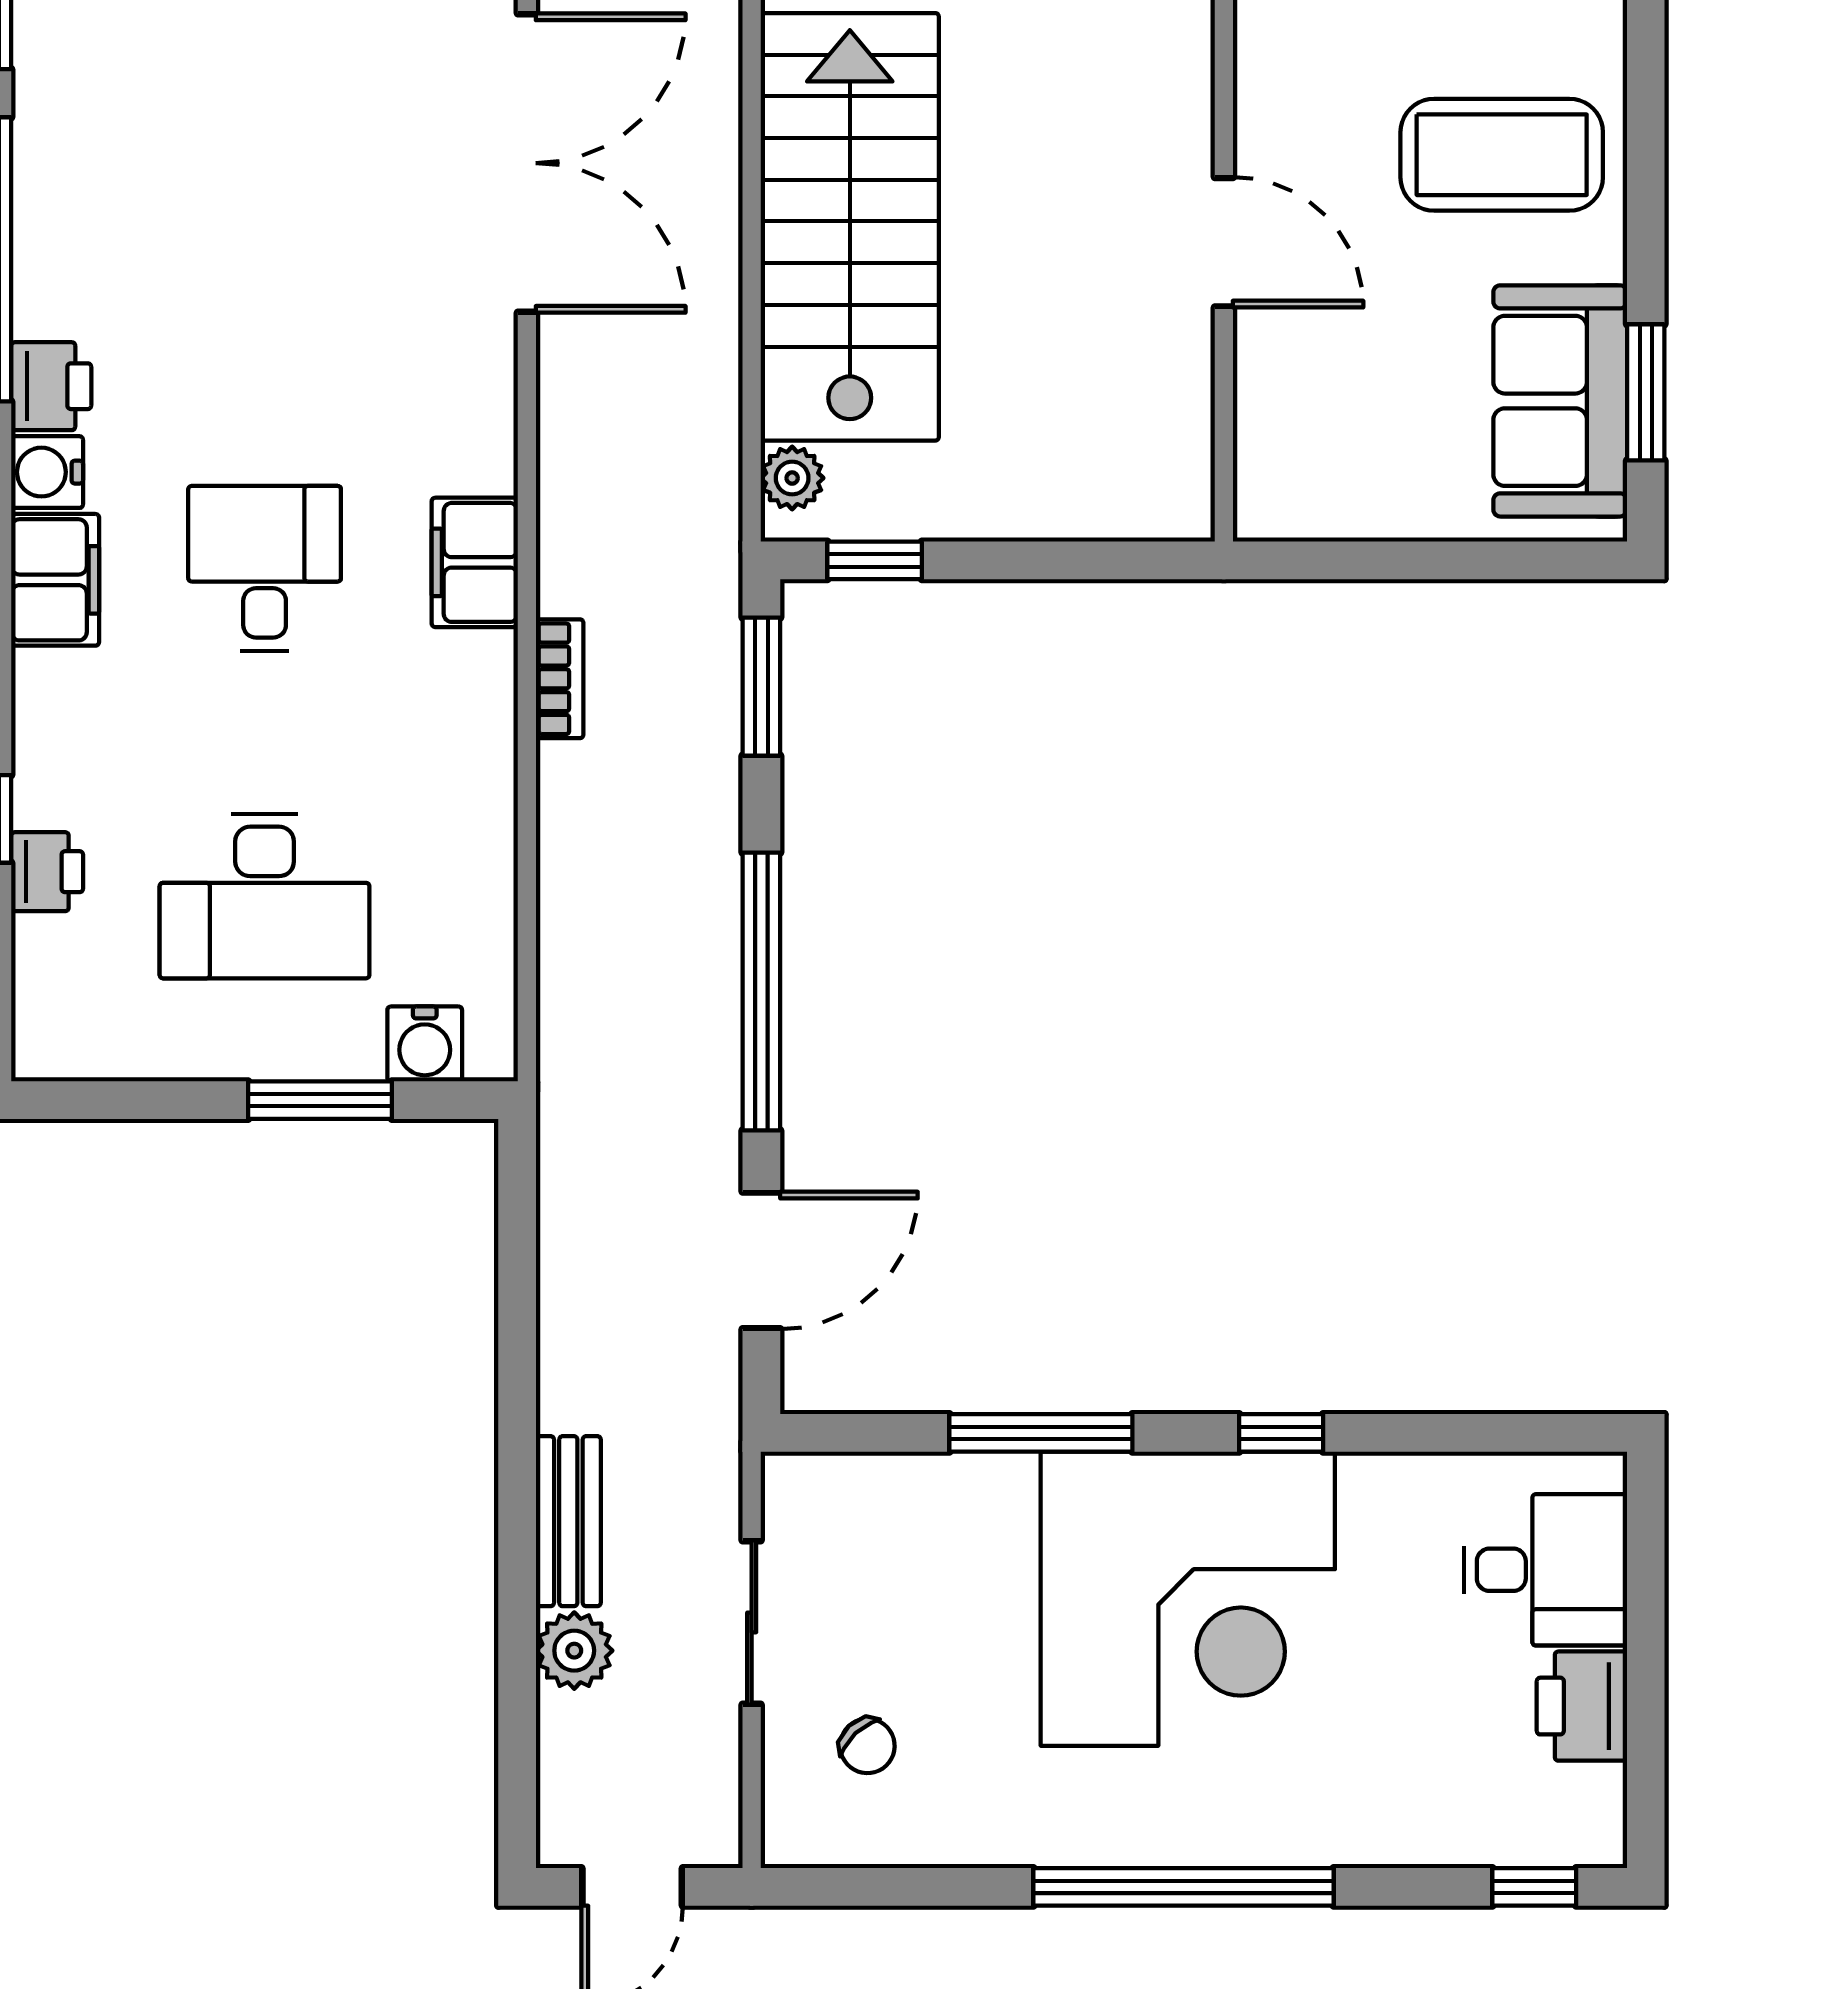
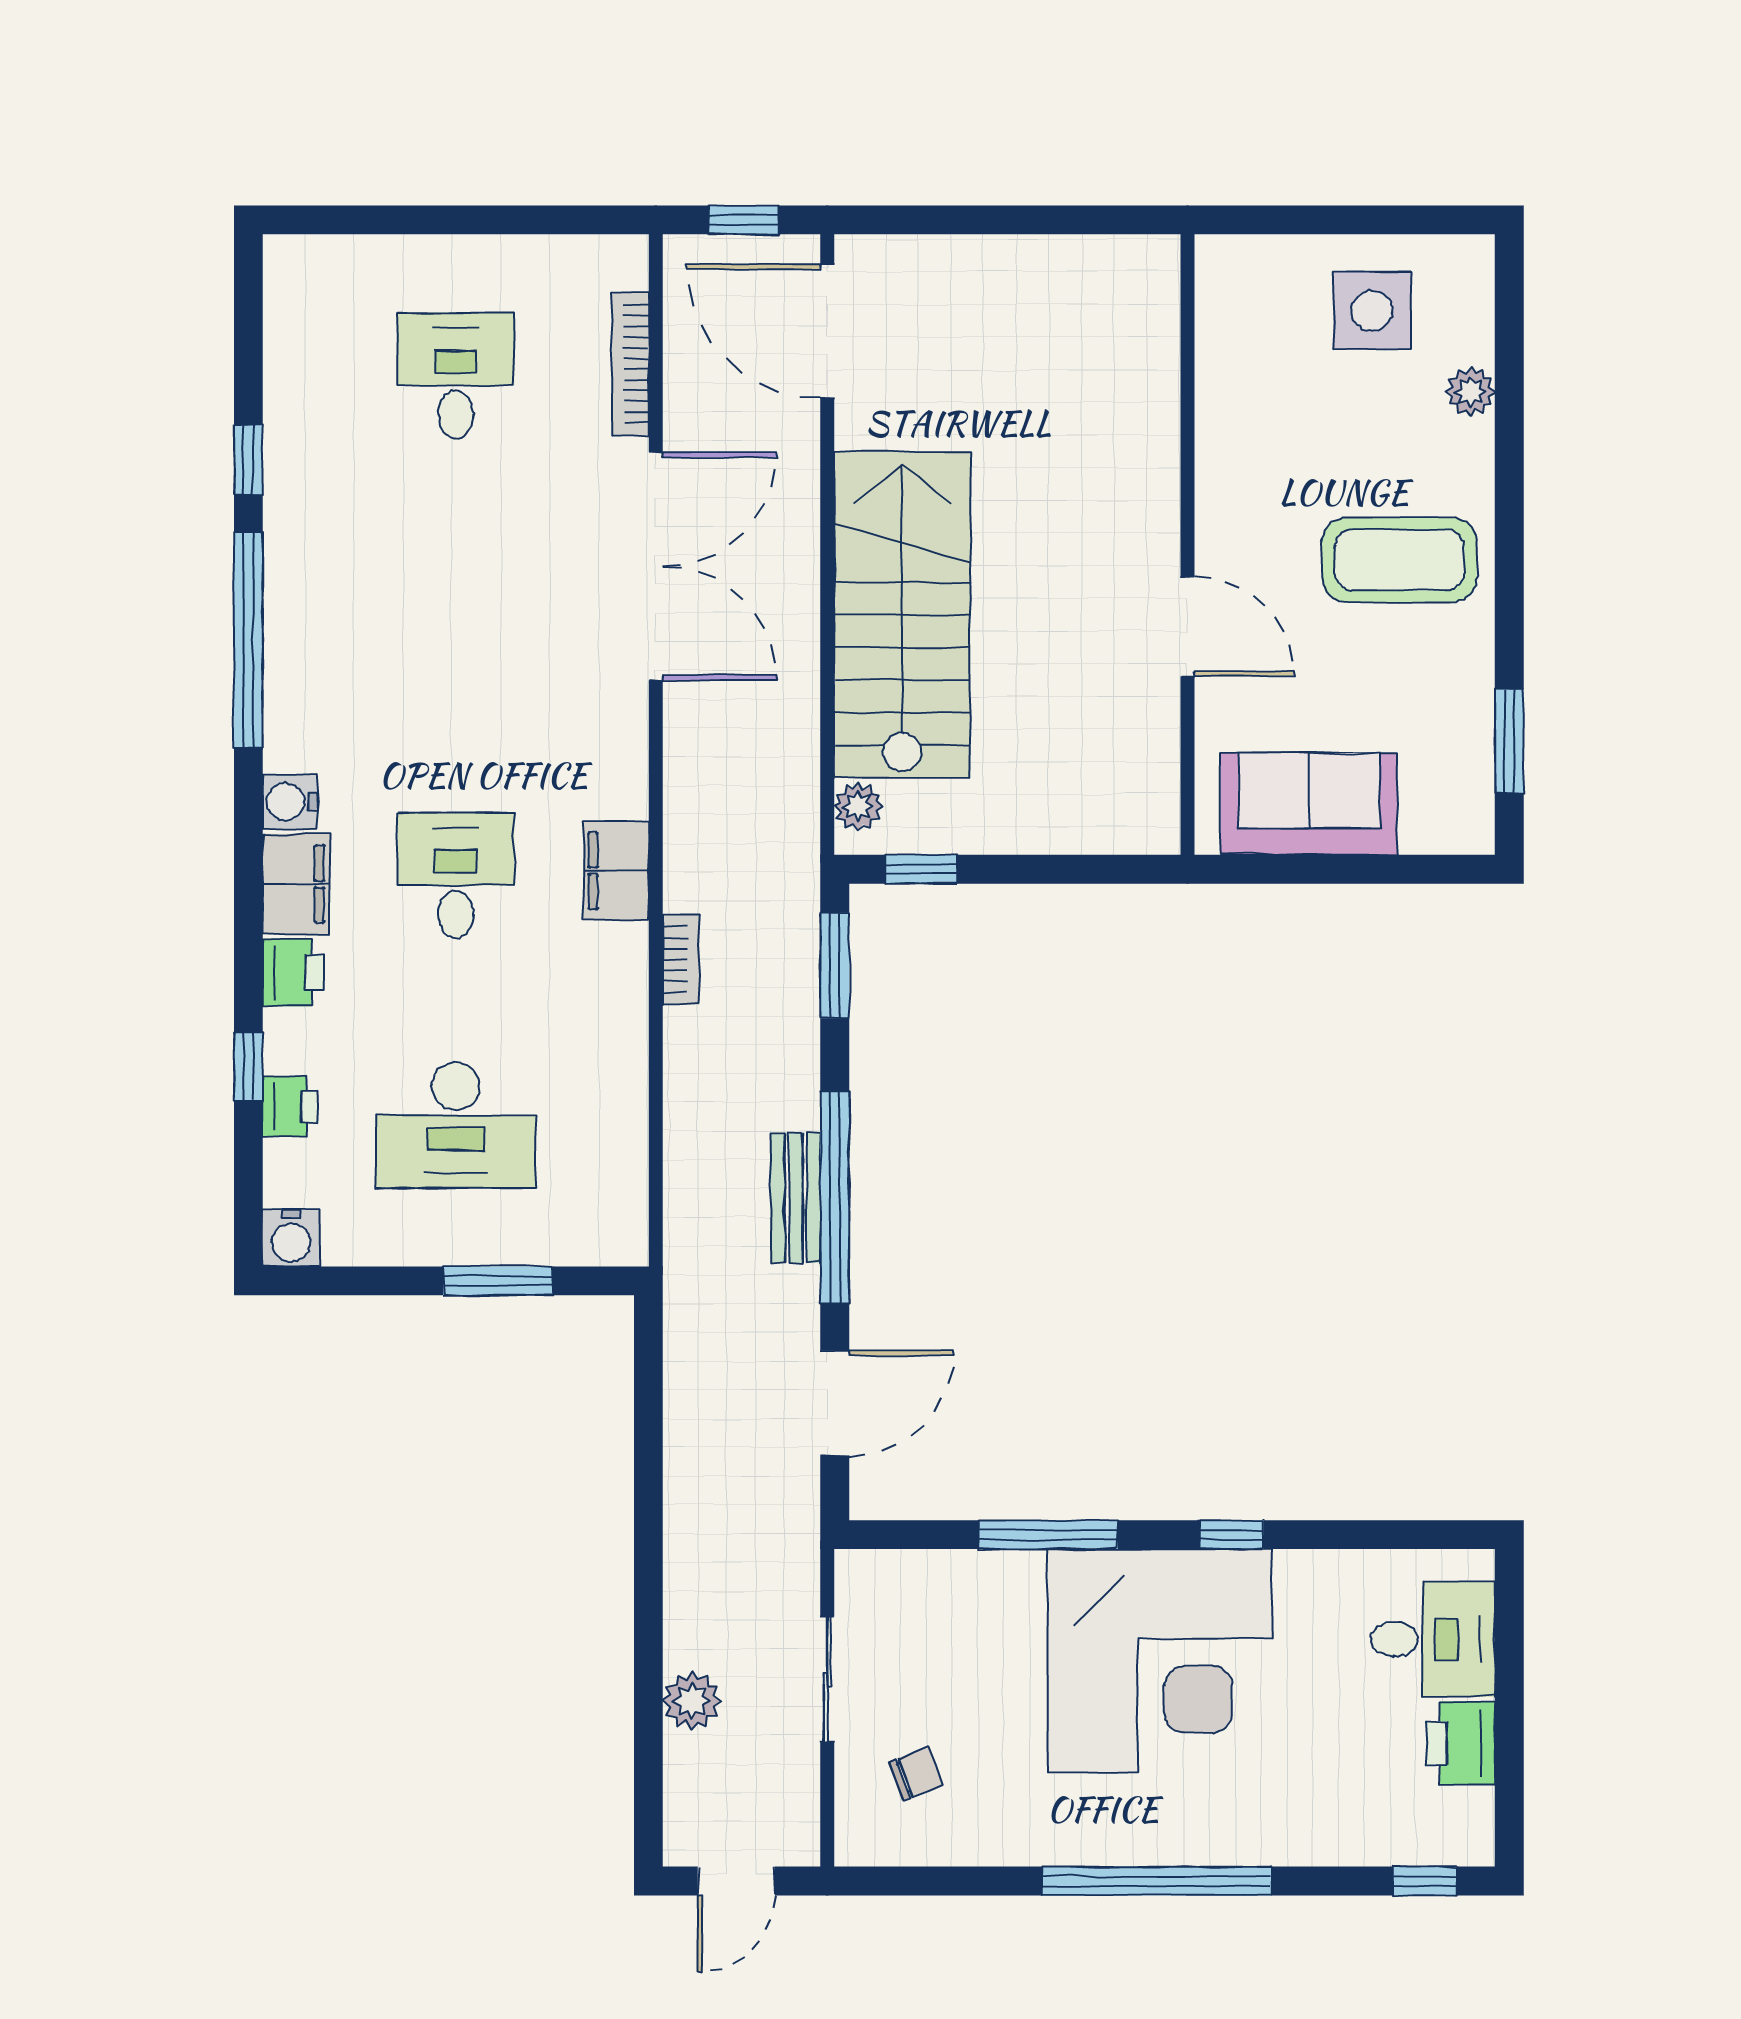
printer: (51, 386) -> (293, 972), moved
sofa: (1560, 401) -> (1309, 804), moved, turned 90
water cooler: (425, 1044) -> (291, 1238), moved
bench: (568, 1521) -> (796, 1198), moved
chair: (867, 1746) -> (916, 1773), turned -68

